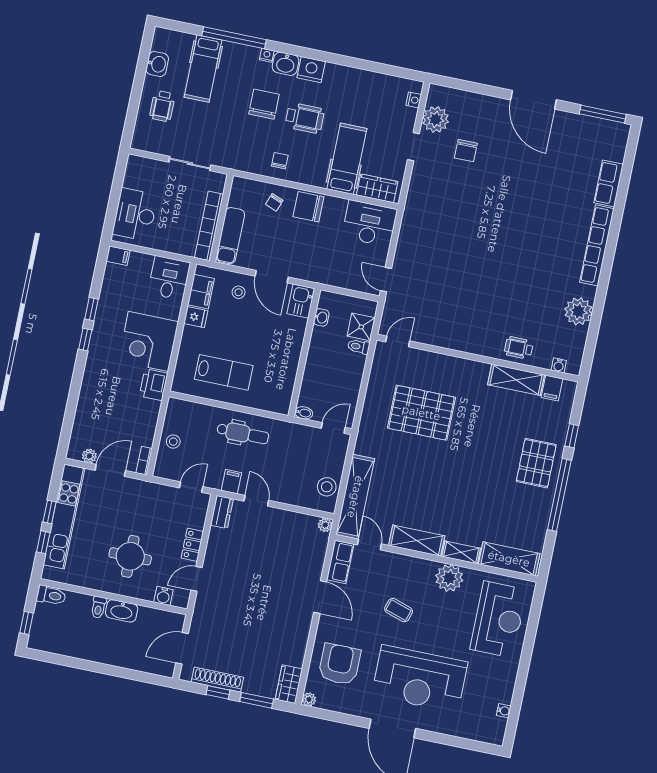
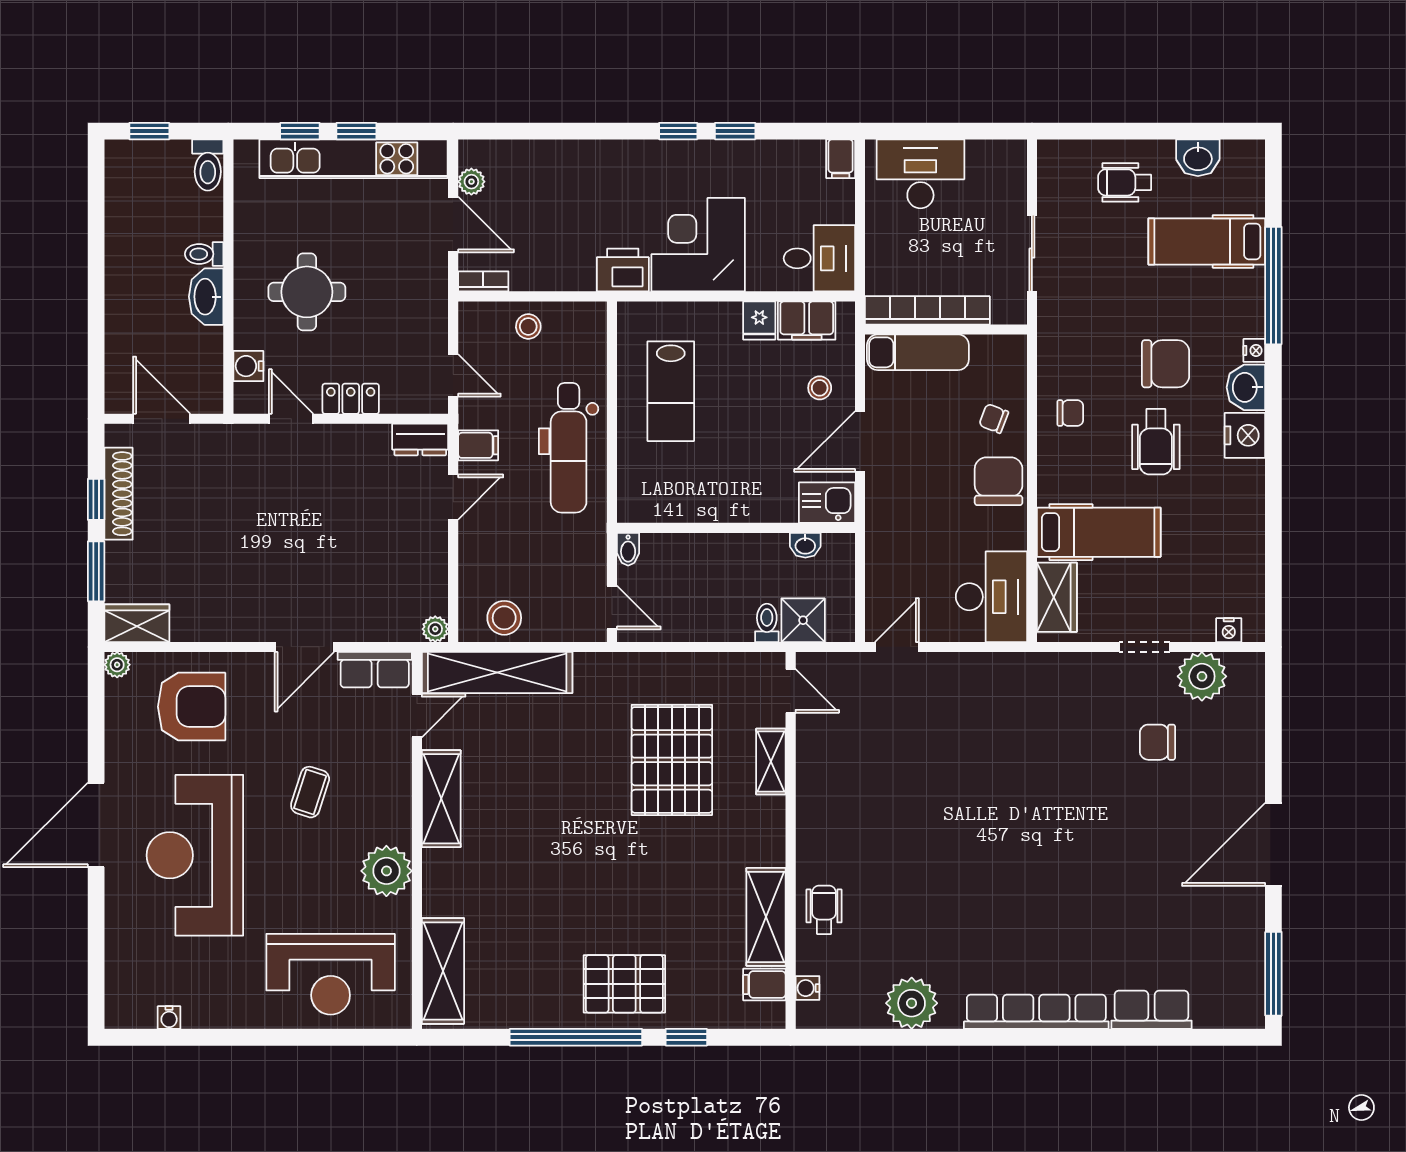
dental chair: (243, 433) -> (569, 448), width x1.36, depth x1.38
shelving: (461, 552) -> (771, 762), moved

